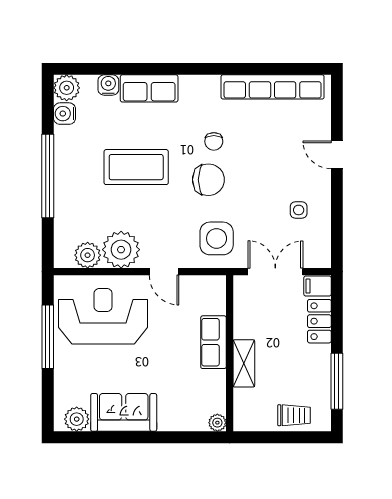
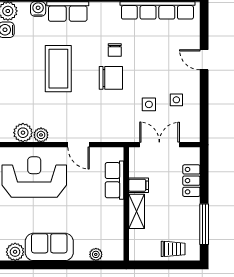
coffee table: (136, 167) -> (58, 69), turned 90
side table: (217, 238) -> (149, 104), moved, width x0.54, depth x0.54
plant: (121, 250) -> (41, 135), width x0.53, depth x0.53
filing cabinet: (317, 286) -> (139, 185), moved, turned 180
row of seats: (213, 342) -> (114, 180), moved
plant: (217, 423) -> (96, 254), moved

